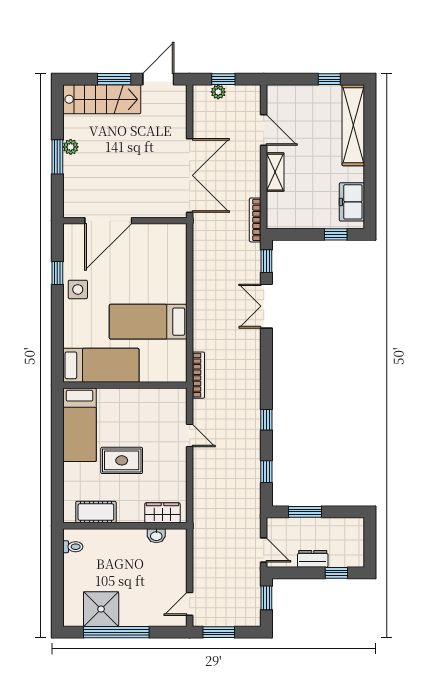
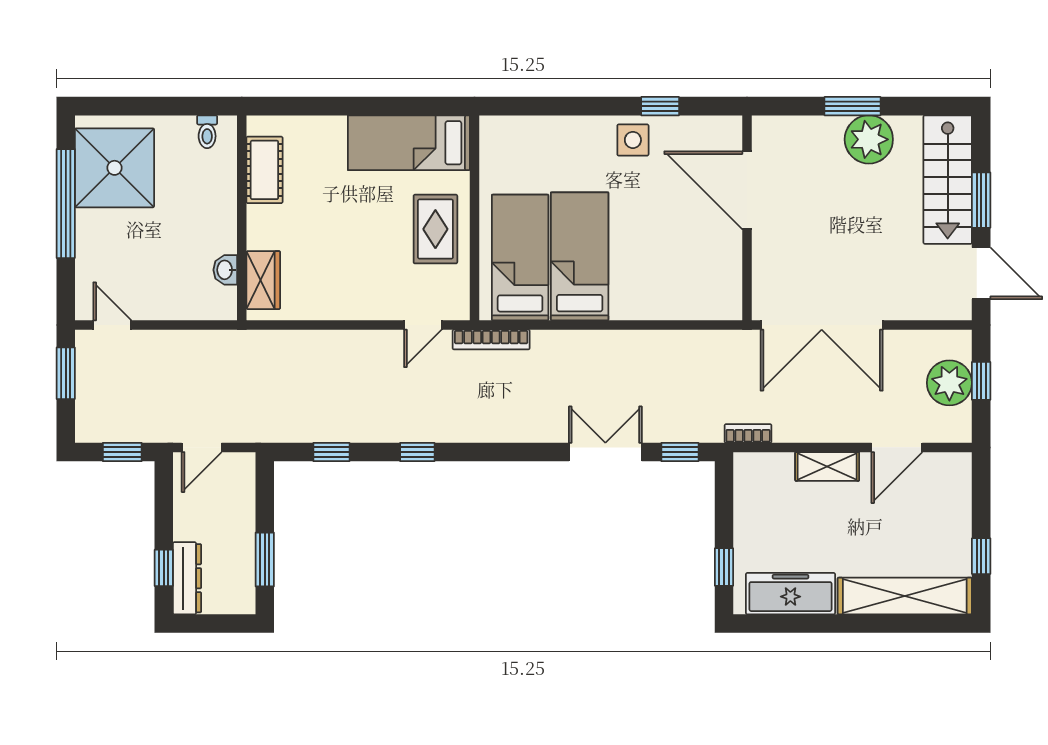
plant: (218, 92) -> (949, 383), width x1.88, depth x1.88
plant: (71, 147) -> (869, 139), width x1.88, depth x1.88
freezer: (352, 202) -> (790, 594), width x1.40
bookcase: (255, 220) -> (748, 434), width x0.64
bed: (101, 365) -> (520, 258), moved, turned 180
door: (190, 435) -> (423, 325), moved
rug: (122, 460) -> (435, 229), moved
window: (305, 512) -> (265, 559), moved
dresser: (313, 559) -> (187, 578), moved, width x1.44
shower: (101, 609) -> (114, 168), width x1.37, depth x1.37

